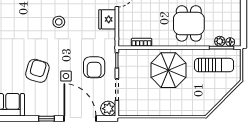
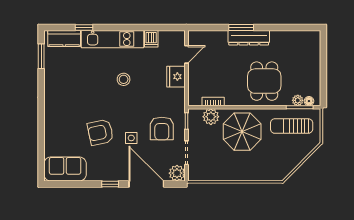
plant: (139, 56) -> (211, 117), added
sun lounger: (214, 65) -> (292, 126), turned 180
armchair: (37, 71) -> (100, 132), turned -118

